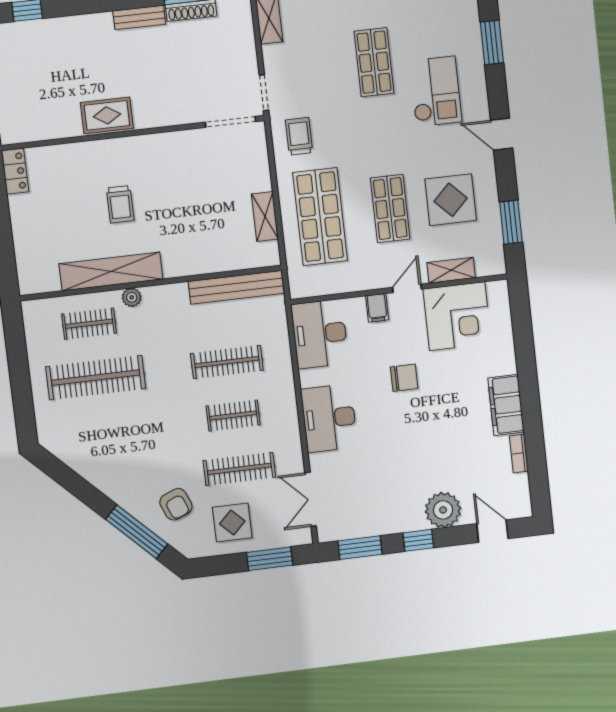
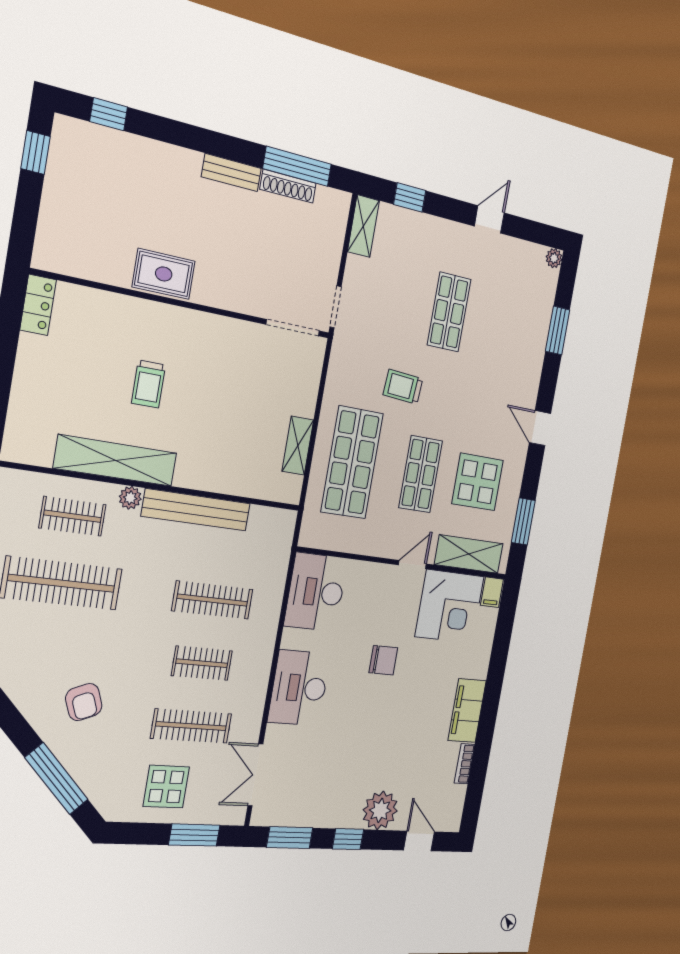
checkout: (436, 91) -> (495, 363), removed
trolley: (299, 136) -> (403, 387), moved, turned -86
shelving: (451, 270) -> (469, 554), width x1.50, depth x1.33
bench: (236, 287) -> (196, 510), moved
filing cabinet: (377, 308) -> (492, 592), moved
armchair: (176, 504) -> (84, 702), moved

